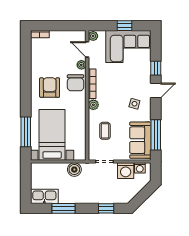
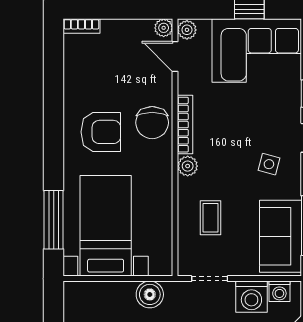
plant: (81, 65) -> (164, 28), moved
armchair: (50, 88) -> (101, 132), turned 90

